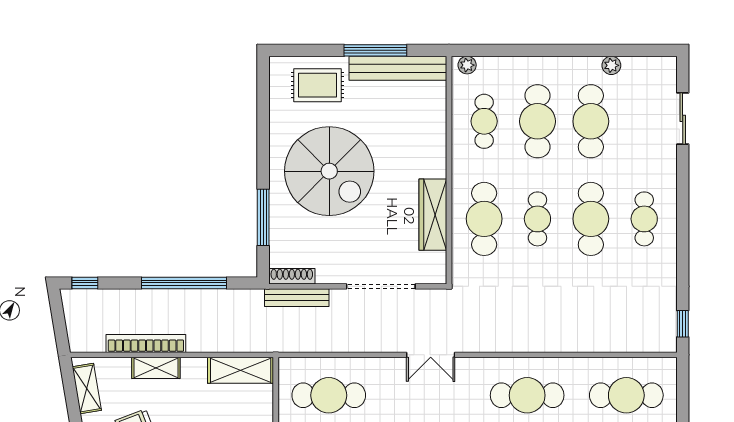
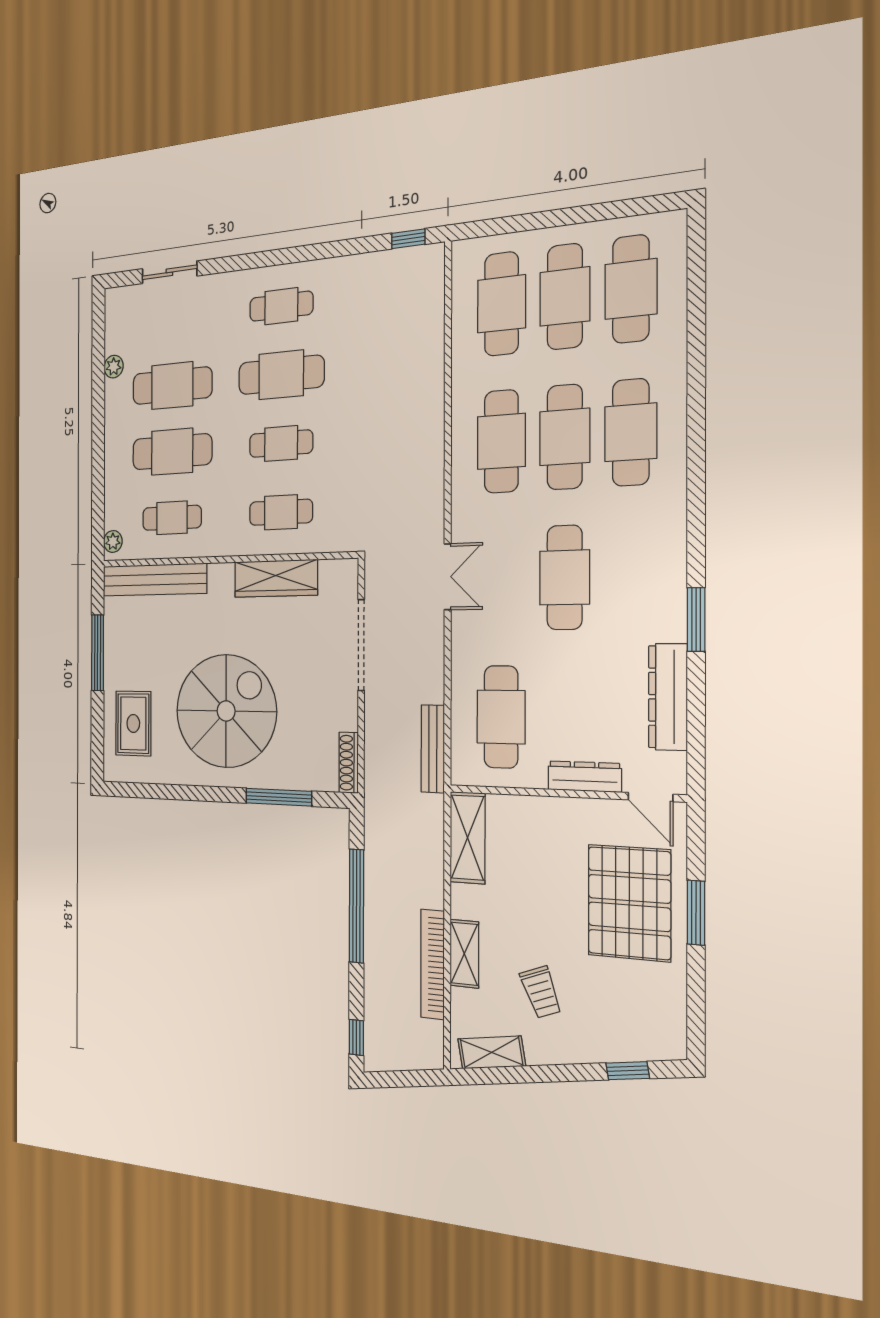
bench: (398, 68) -> (154, 580), moved, turned 90
cafe table: (484, 219) -> (281, 512), width x0.73, depth x0.74
bench: (297, 298) -> (433, 749), moved

